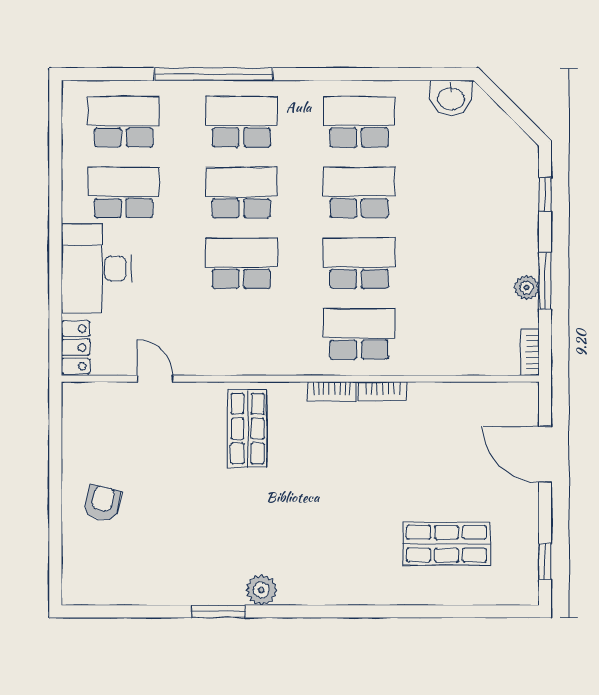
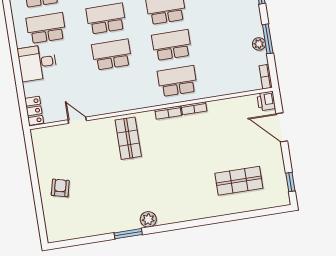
desk: (96, 268) -> (37, 63), width x0.73
printer: (523, 399) -> (266, 101), added

